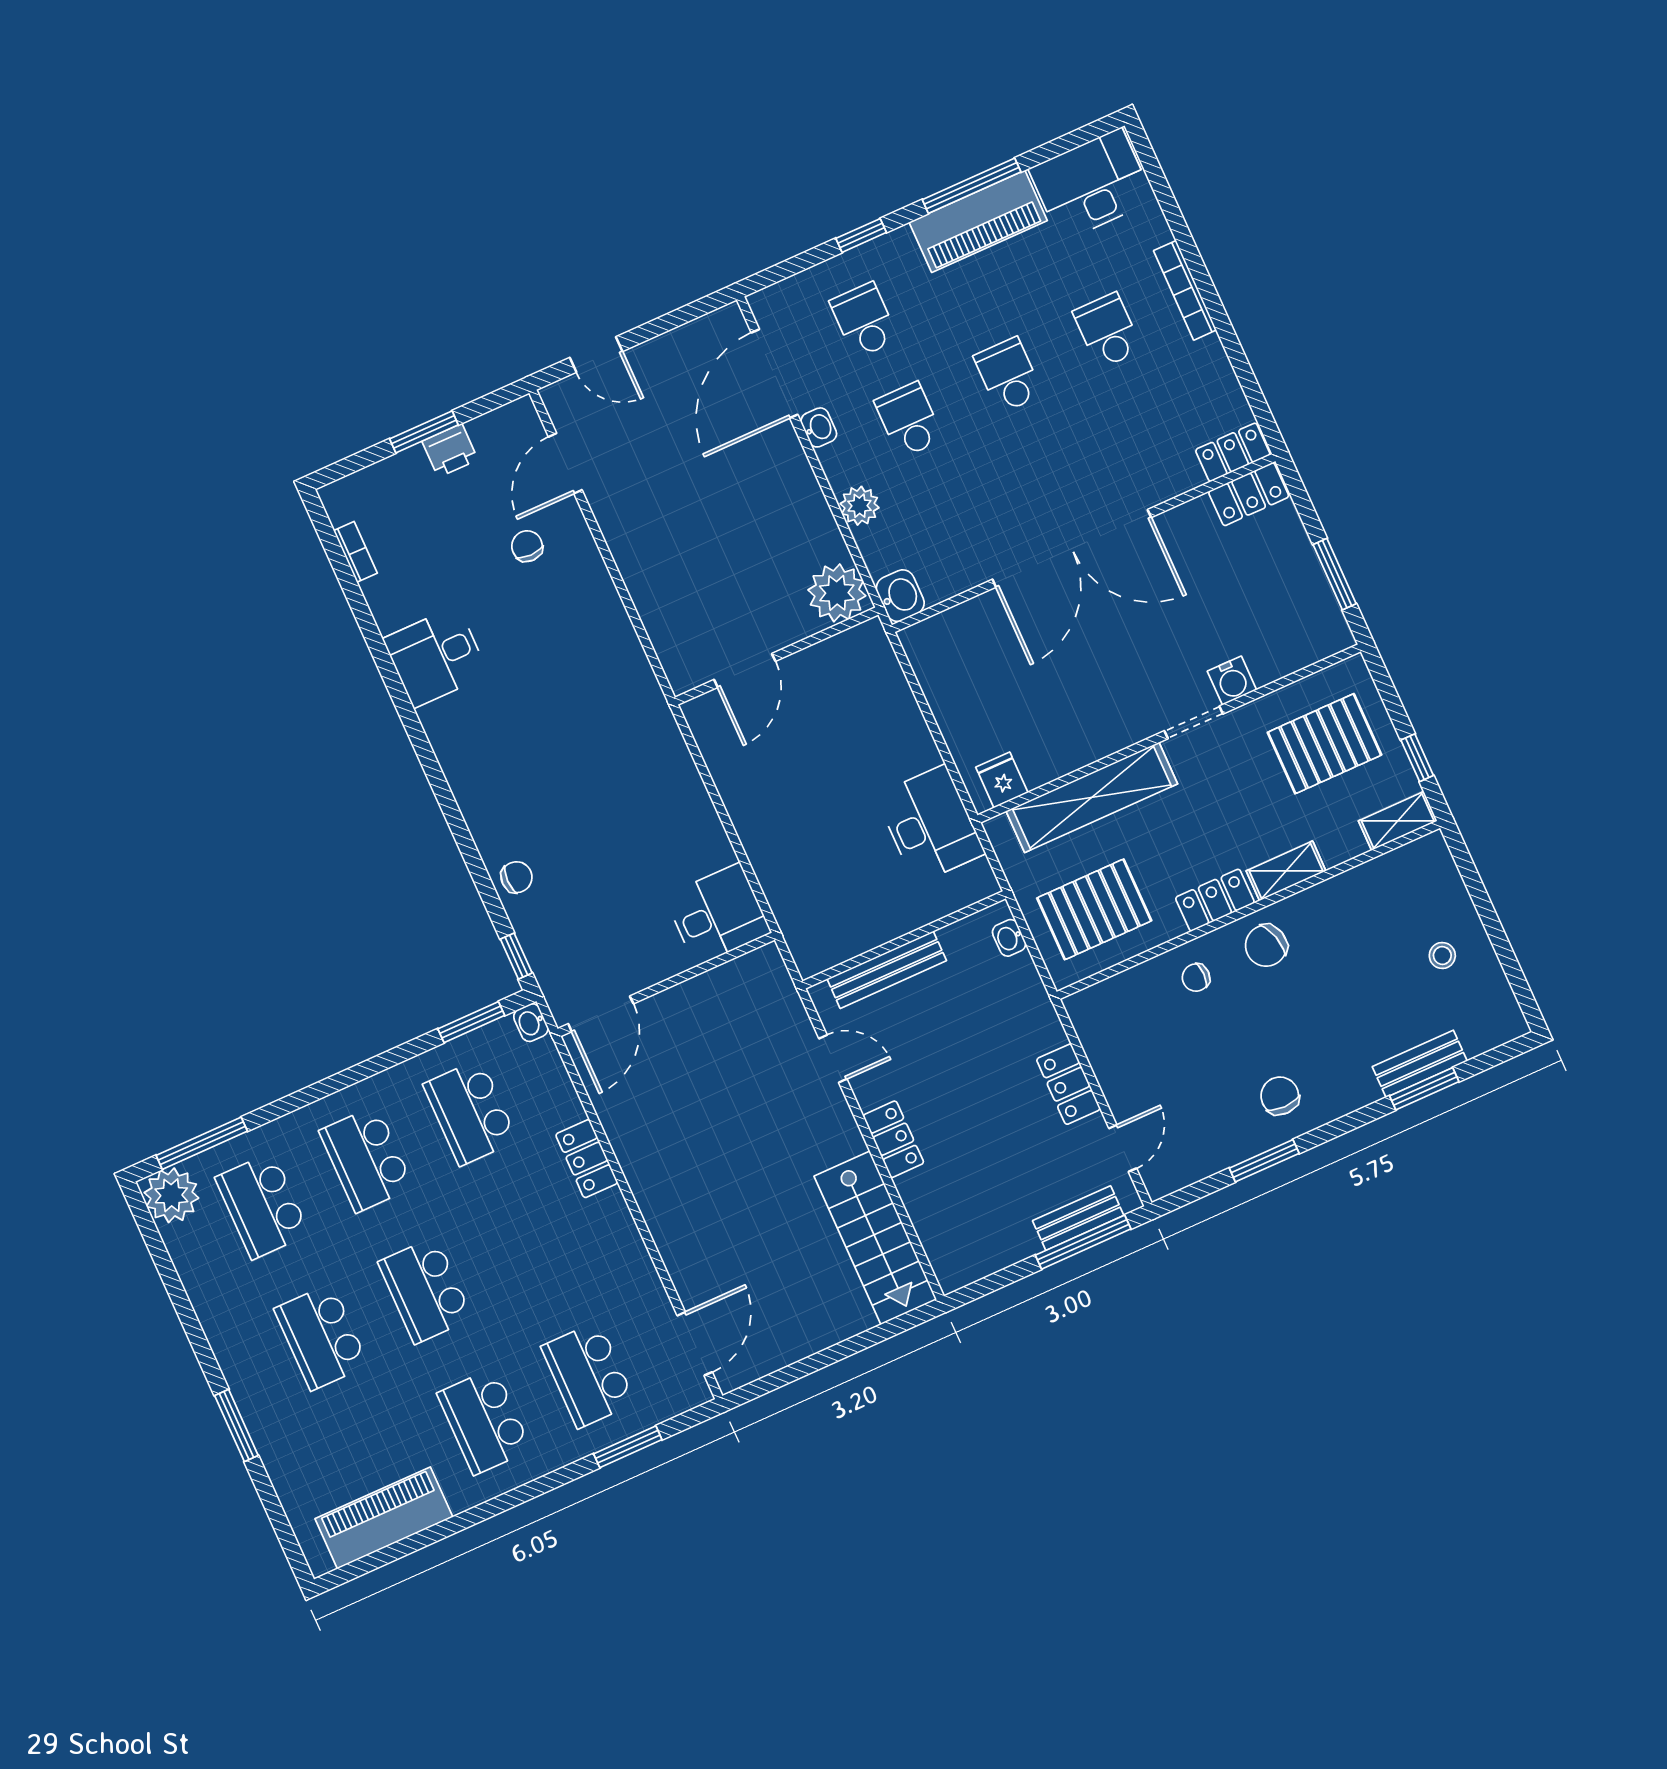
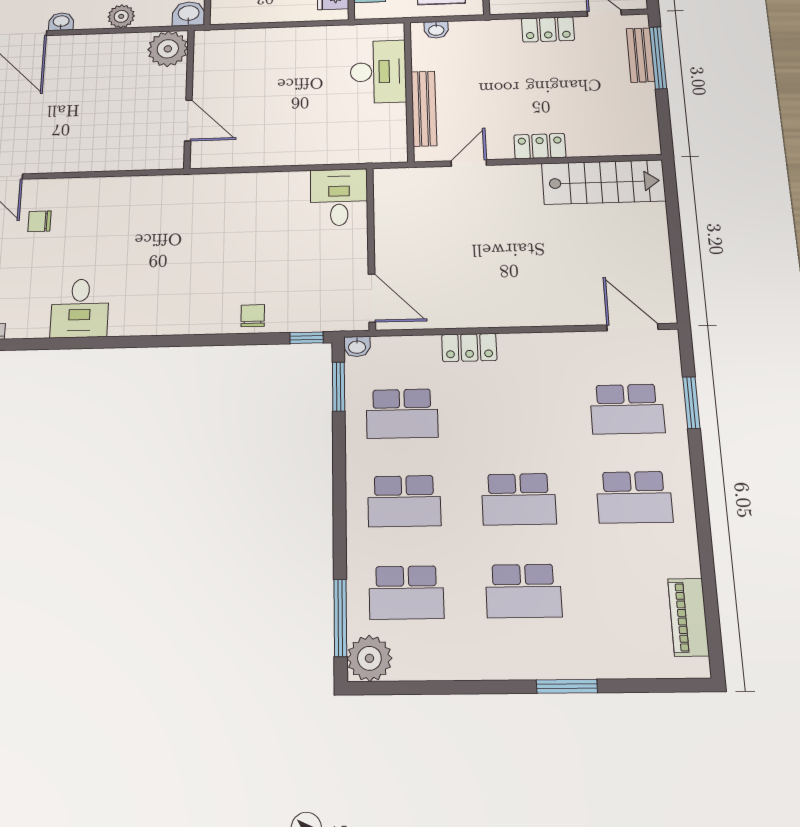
desk: (930, 825) -> (378, 72), moved, turned 90
piano: (384, 1518) -> (689, 617), width x0.73, depth x0.75

